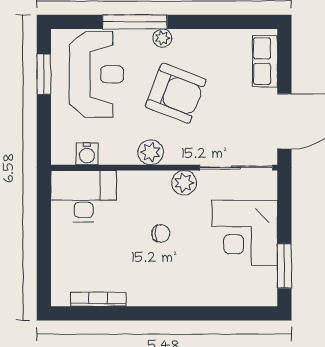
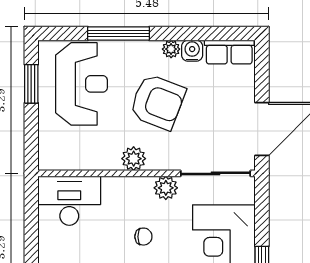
plant: (162, 38) -> (171, 49), moved
row of seats: (265, 61) -> (229, 52), moved, turned -90
water cooler: (87, 154) -> (192, 51), moved, turned 180

